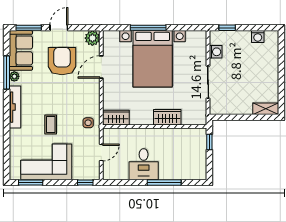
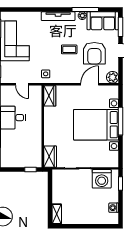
washing machine: (216, 52) -> (102, 179), width x1.89, depth x1.89
armchair: (62, 61) -> (94, 53), turned 90
door: (101, 67) -> (90, 84), hinge flipped
wardrobe: (167, 117) -> (50, 157), moved
coffee table: (51, 125) -> (69, 49), moved

